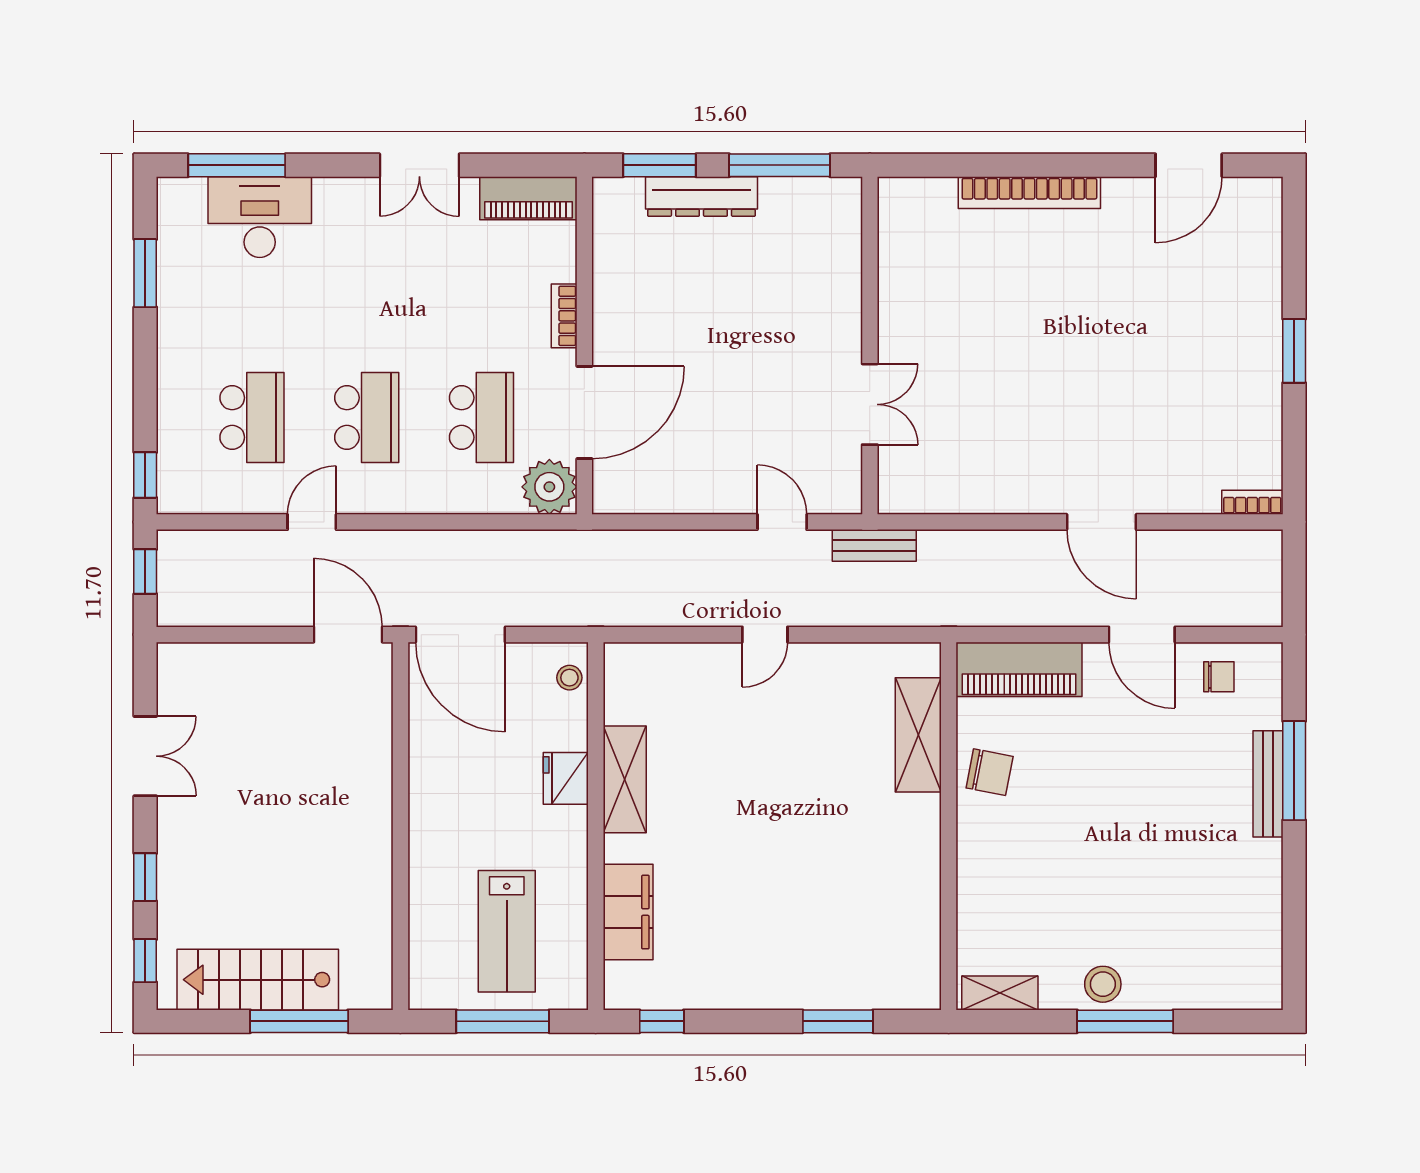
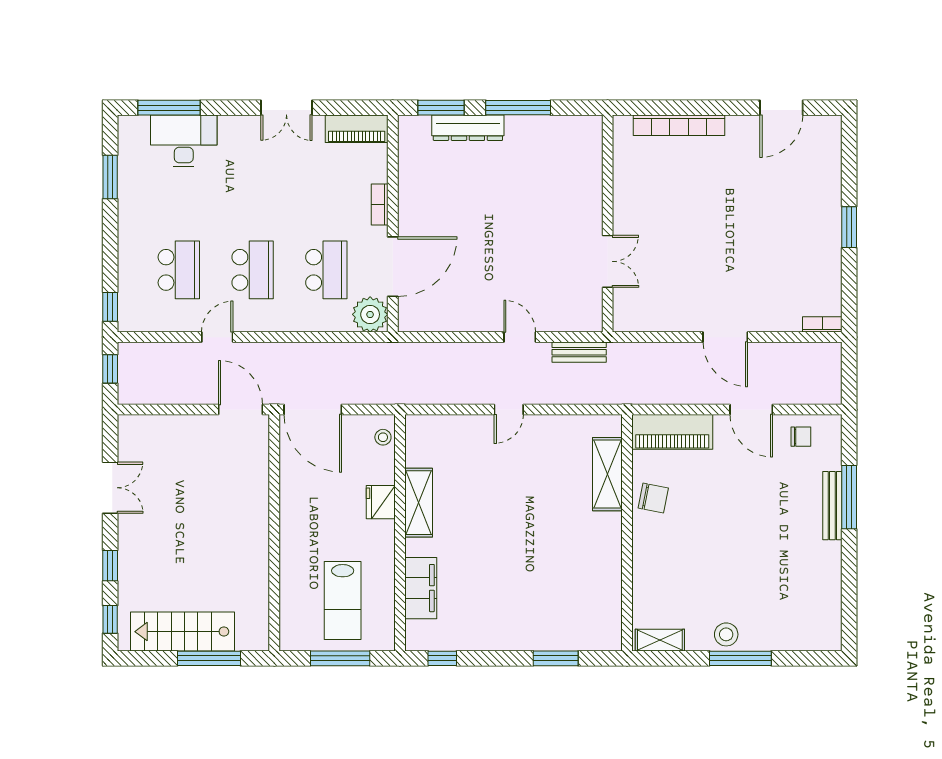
wall: (870, 345) -> (608, 224), moved
double door: (870, 404) -> (608, 261), moved

